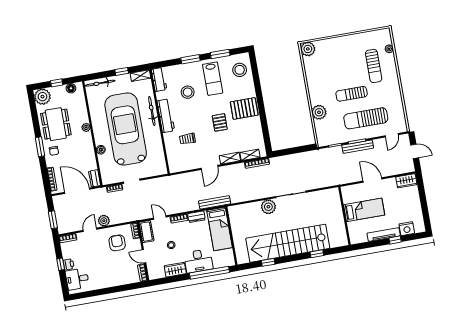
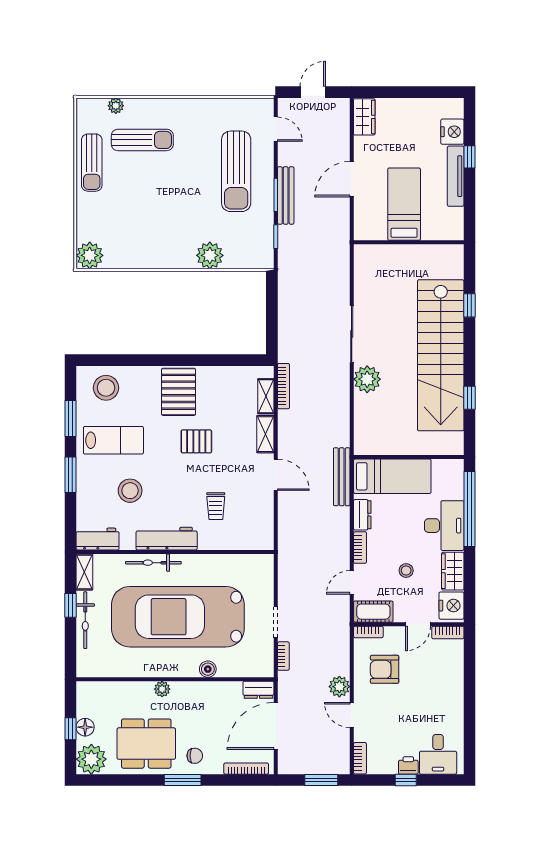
bicycle: (100, 83) -> (85, 620), moved
floor lamp: (71, 88) -> (85, 727), moved
sun lounger: (352, 94) -> (92, 163), moved
nightstand: (157, 272) -> (451, 606), added

